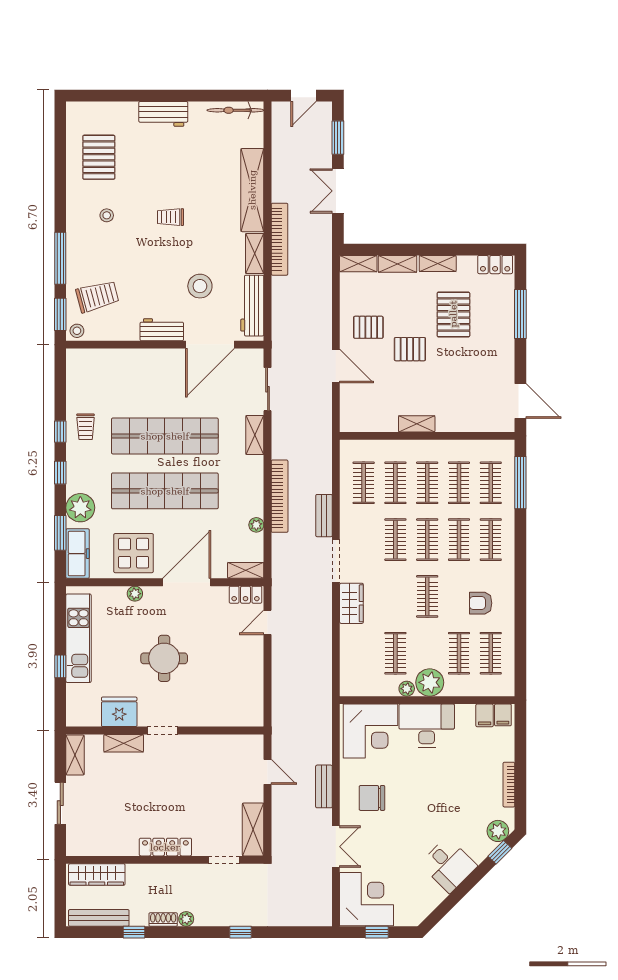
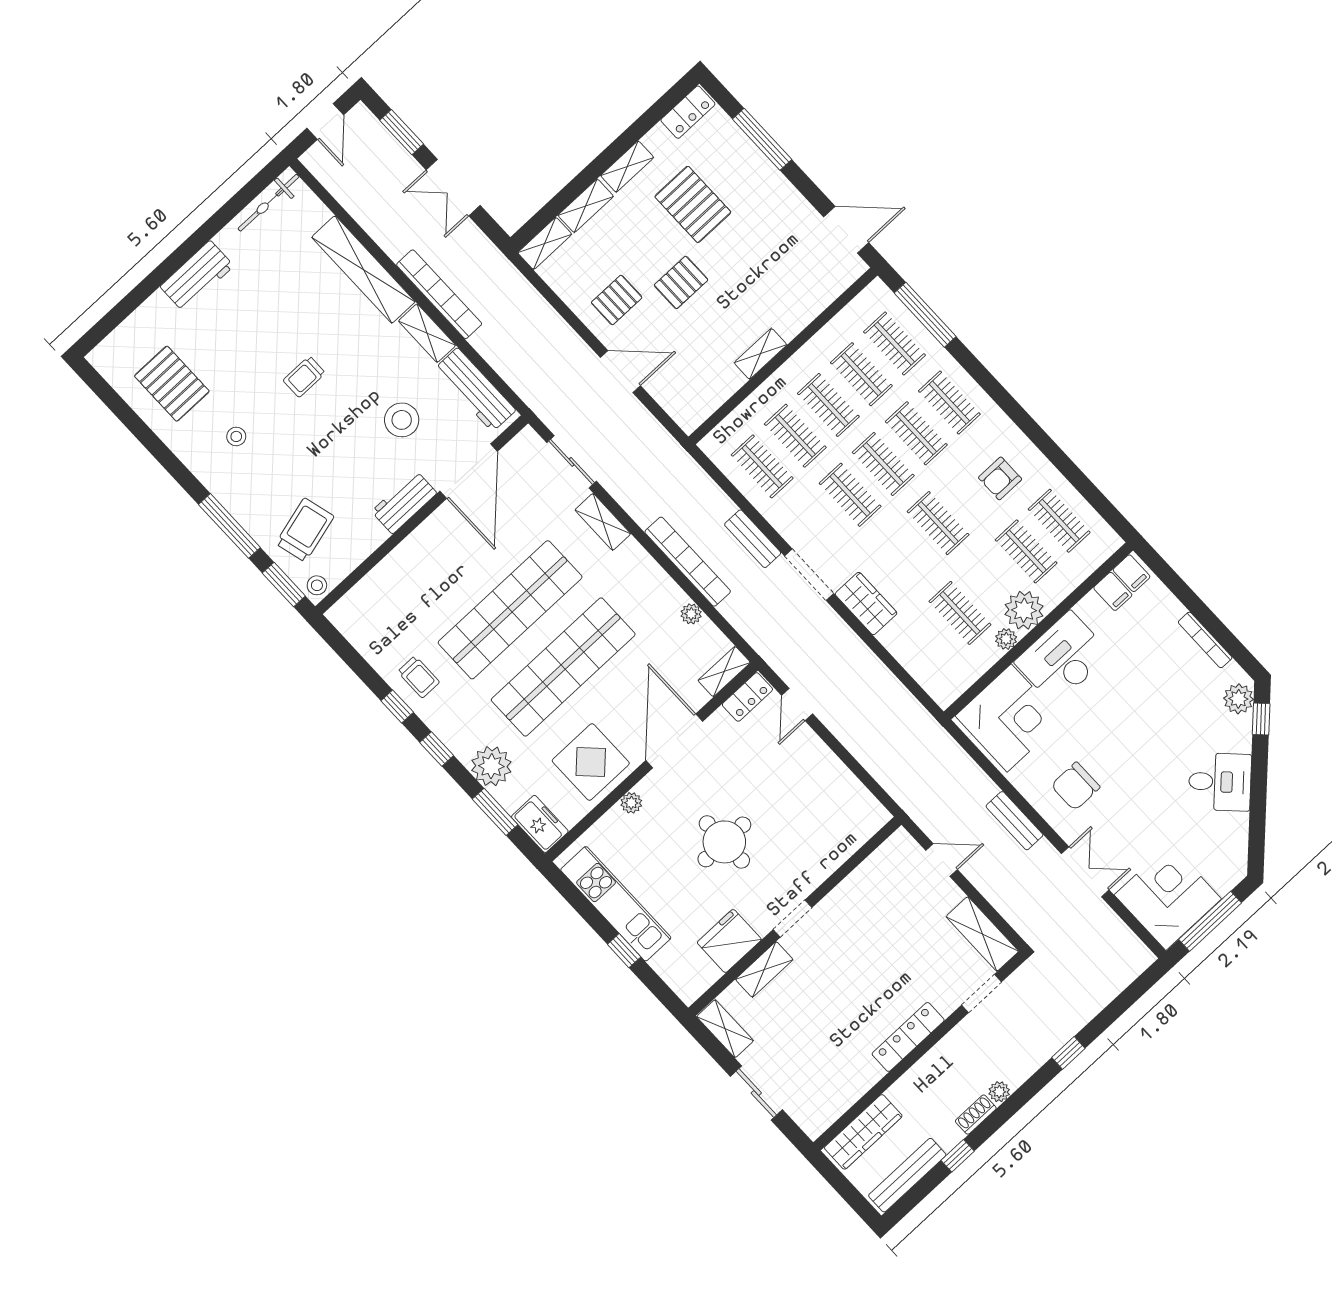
freezer: (78, 554) -> (540, 824), width x0.71
window: (377, 932) -> (1210, 921), width x2.17

